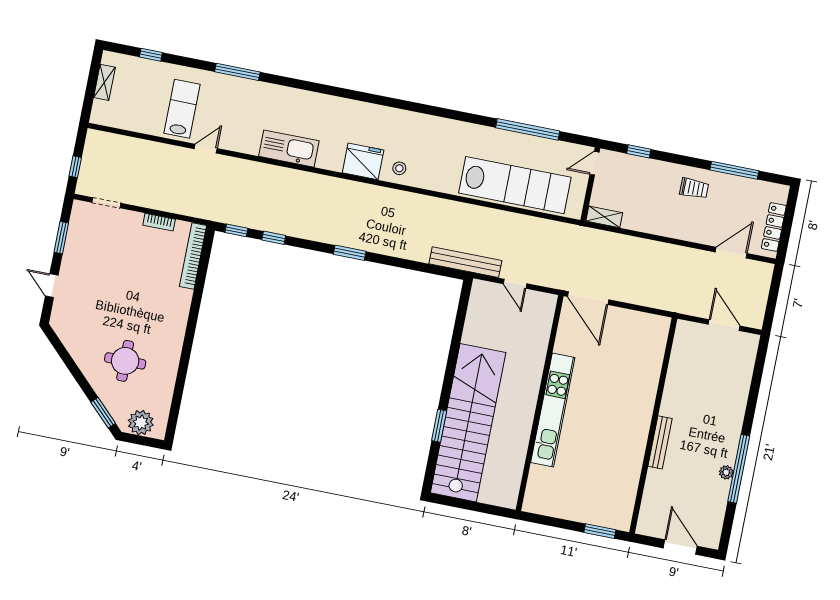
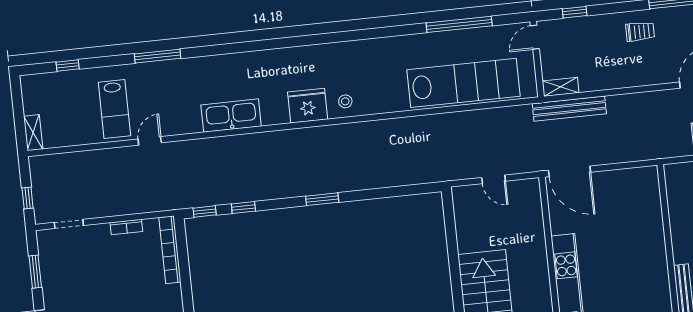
shelving: (104, 82) -> (33, 133), moved
lab bench: (182, 109) -> (114, 109), turned 180
bench: (465, 262) -> (569, 109), moved

